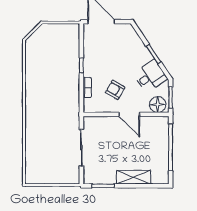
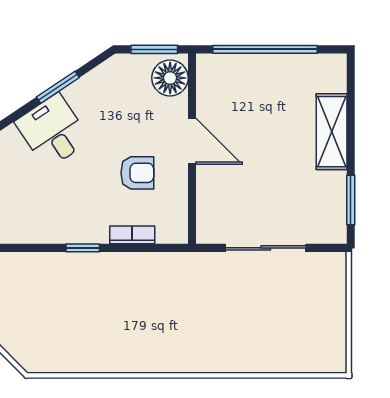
desk: (150, 76) -> (53, 131), moved
armchair: (115, 90) -> (137, 173), turned -120
door: (129, 114) -> (192, 141), hinge flipped

